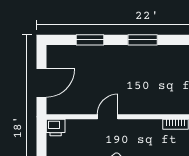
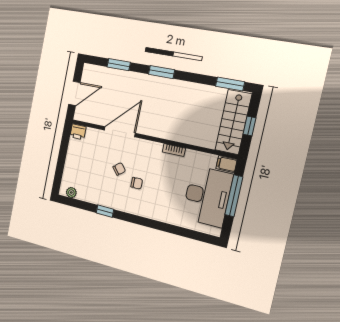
door: (108, 117) -> (120, 132), width x1.87

